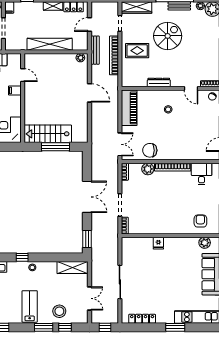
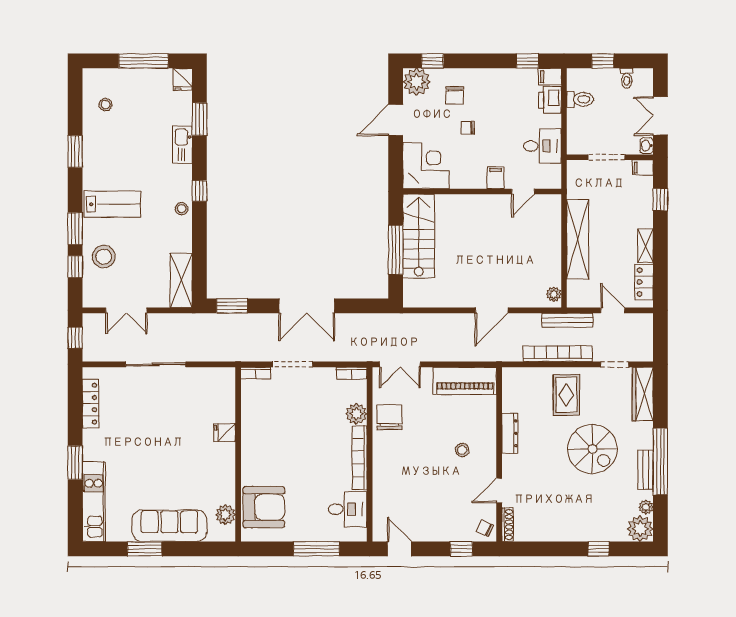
armchair: (200, 221) -> (264, 507), width x1.88, depth x1.88

